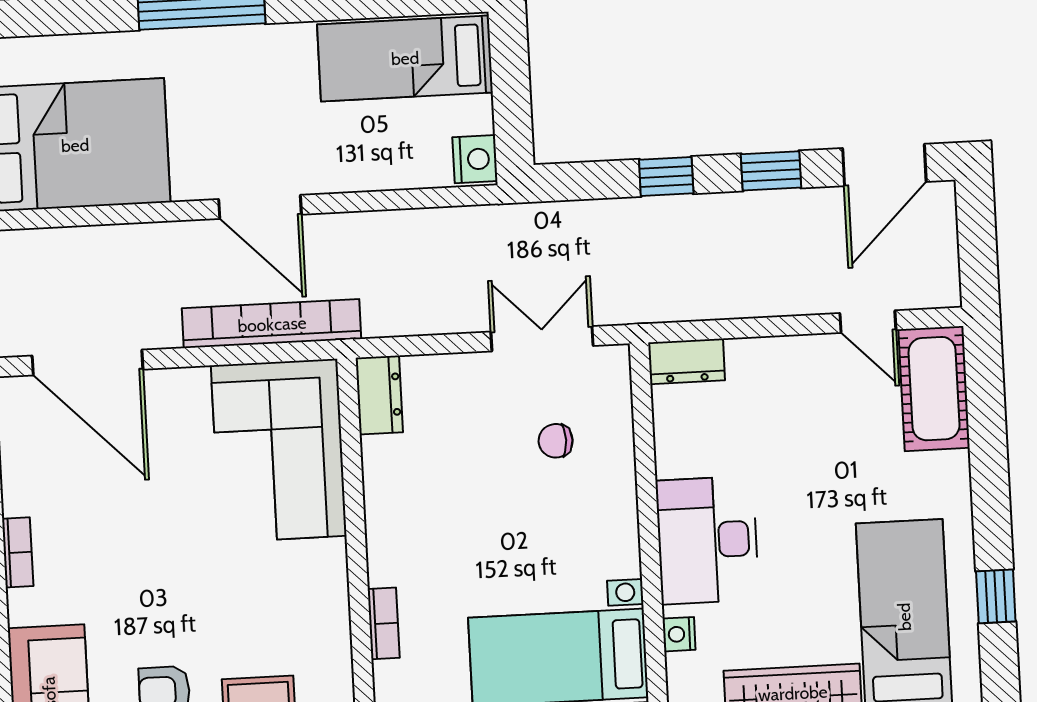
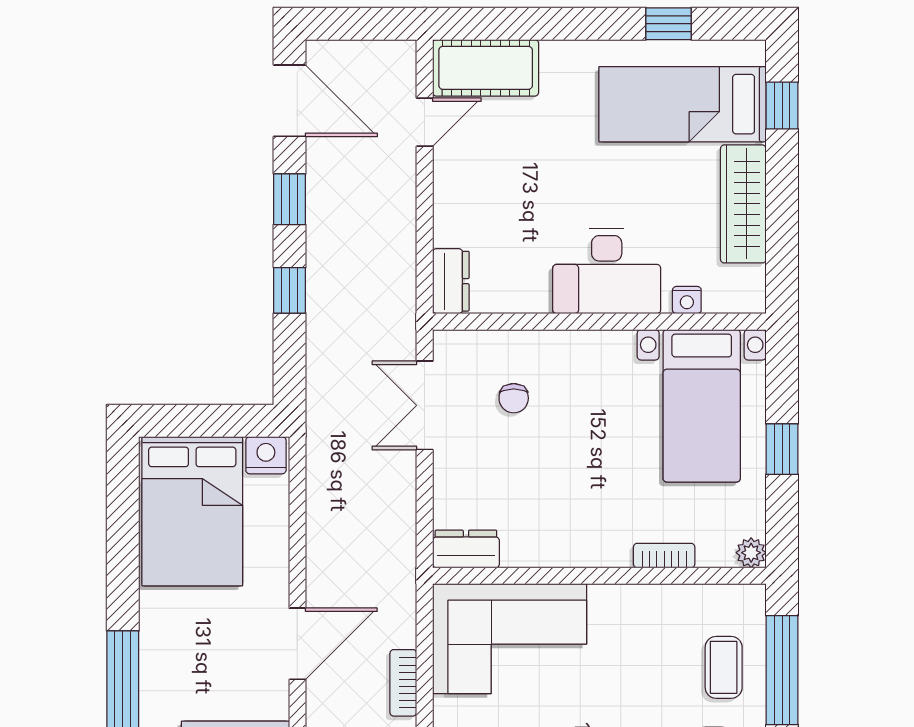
bed: (405, 58) -> (192, 511), width x1.50
bookcase: (272, 324) -> (403, 683), width x0.43, depth x0.76

